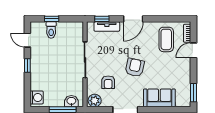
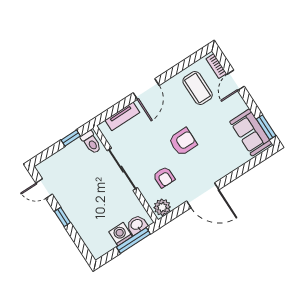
window: (52, 19) -> (71, 138), moved
window: (102, 19) -> (111, 112), removed
toilet: (51, 30) -> (91, 142), moved
armchair: (135, 68) -> (183, 142), turned 78
washing machine: (37, 97) -> (121, 234), moved, turned -90
sofa: (159, 98) -> (251, 132), moved, turned -90

